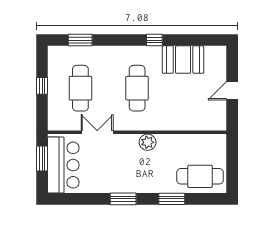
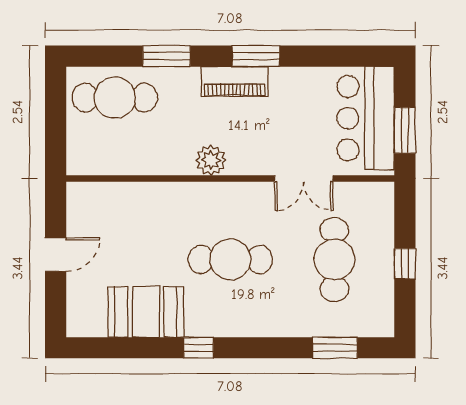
cafe table: (137, 88) -> (230, 259), turned 90
piano: (135, 185) -> (235, 82), added

